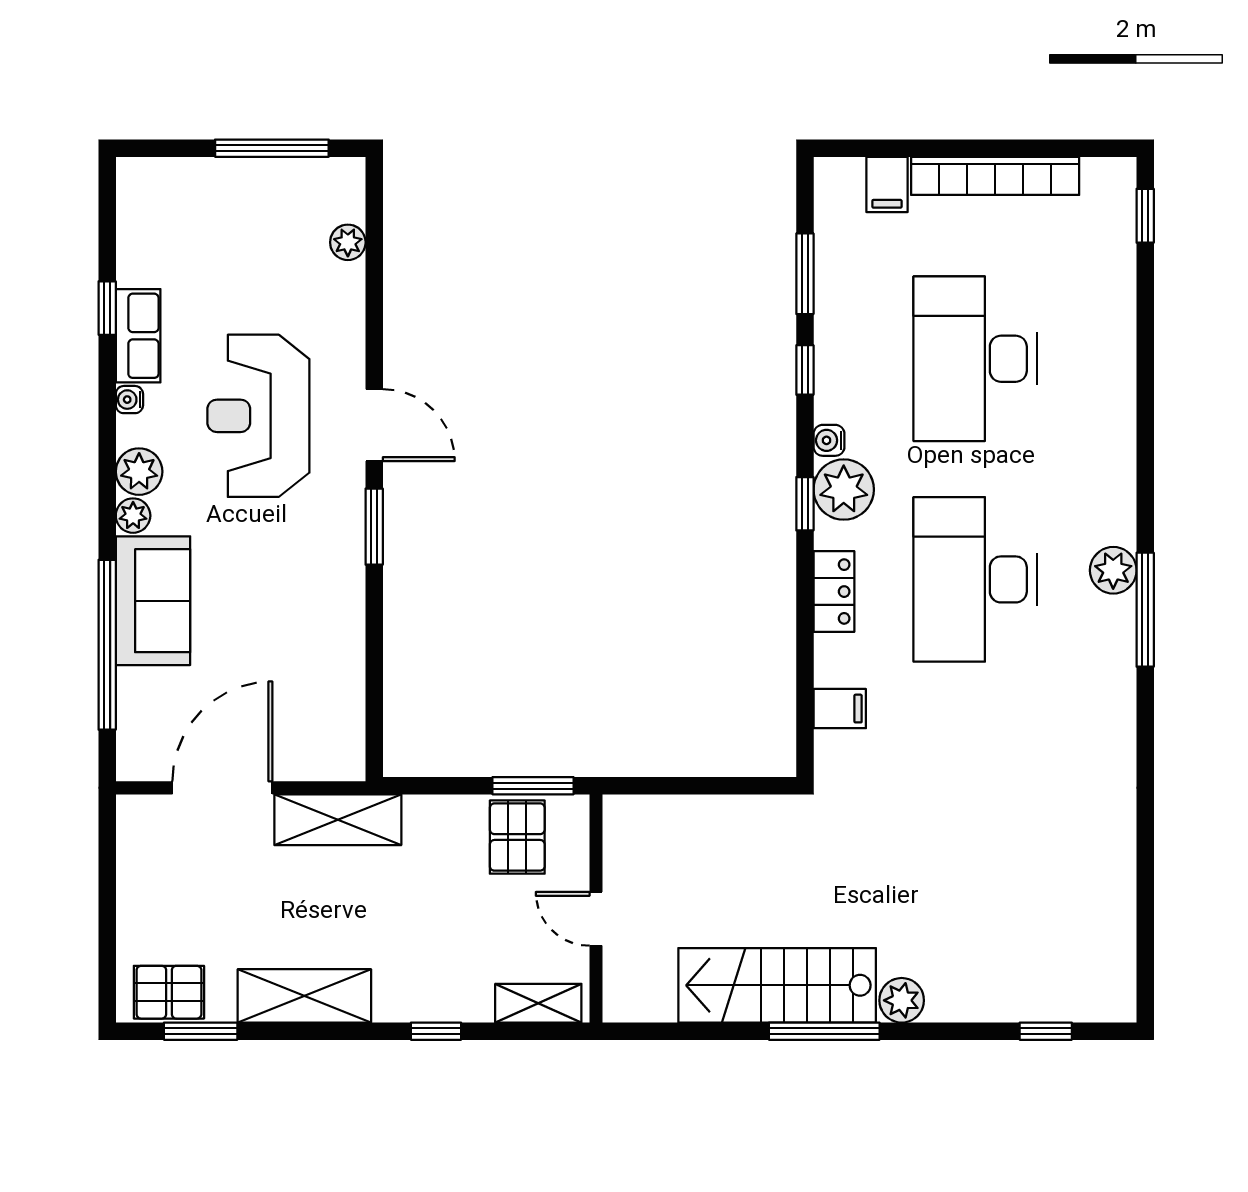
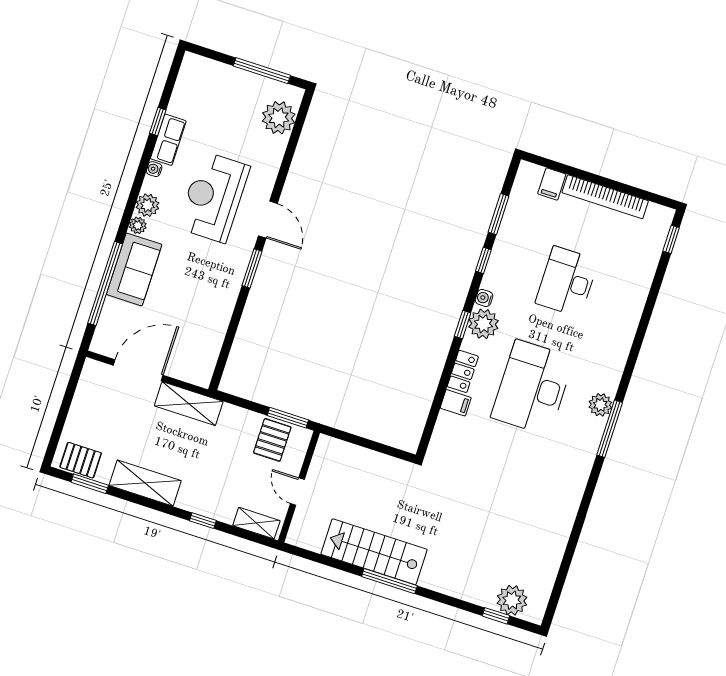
plant: (348, 242) -> (279, 118), width x1.87, depth x1.87
desk: (975, 359) -> (567, 282), width x0.73, depth x0.77
filing cabinet: (840, 709) -> (456, 403), moved
plant: (902, 1000) -> (512, 600), moved, width x1.36, depth x1.36

